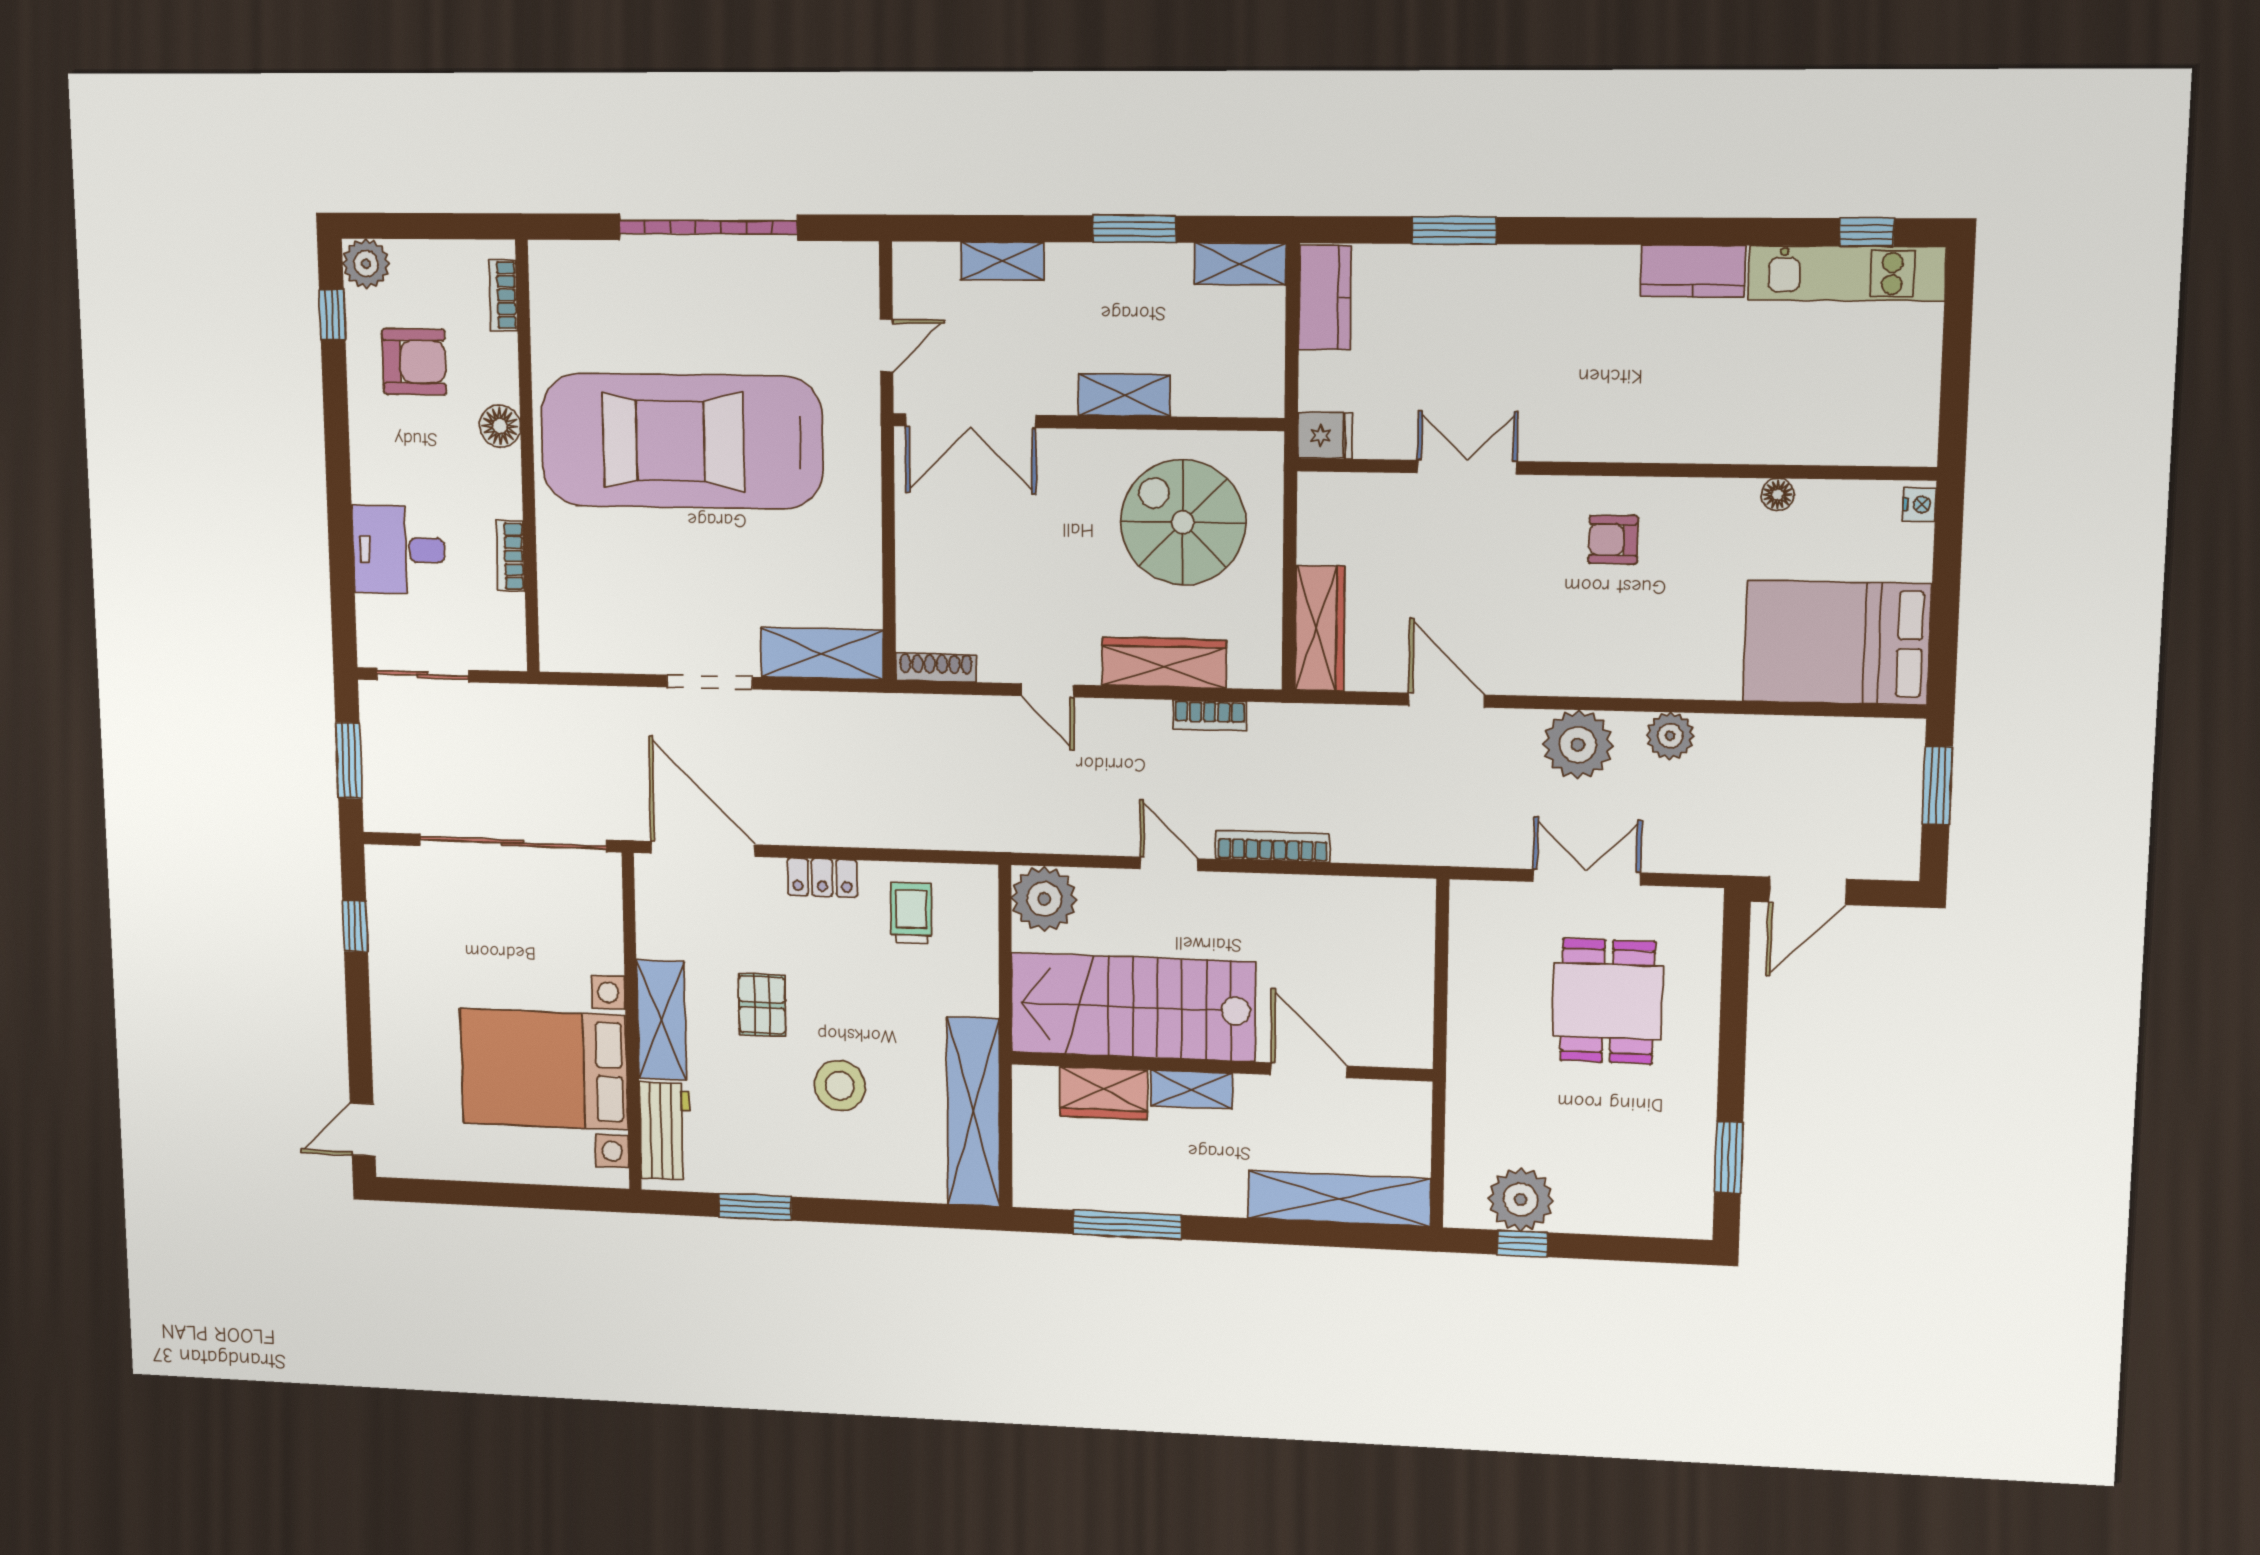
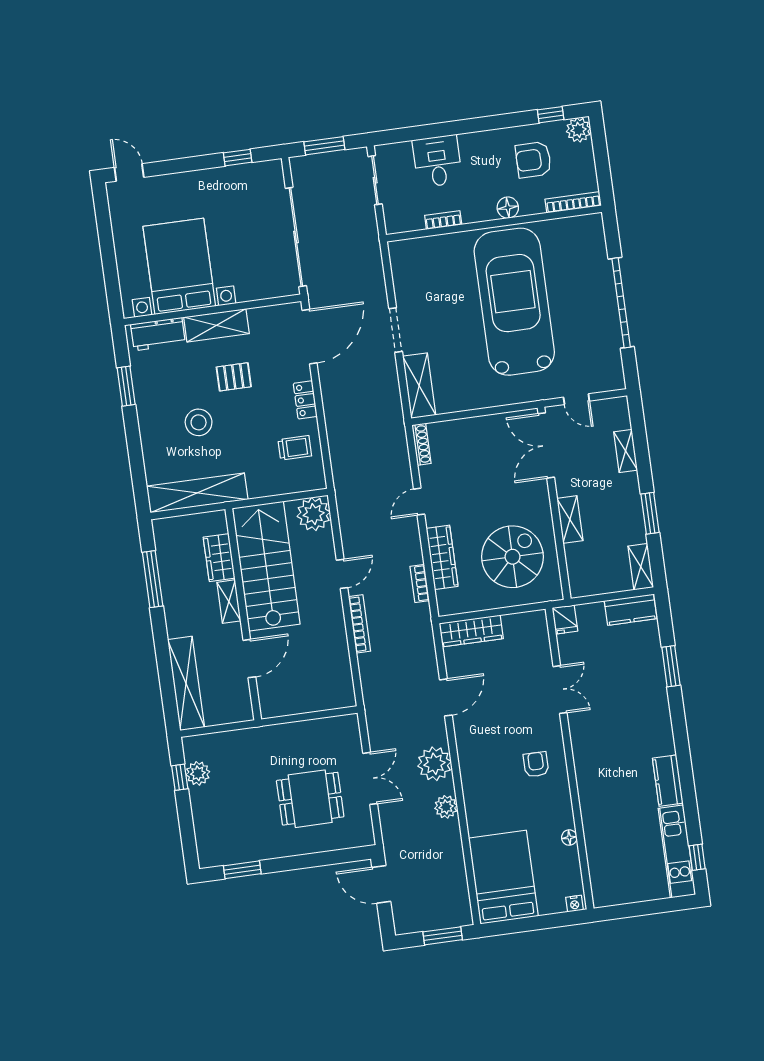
bookcase: (503, 295) -> (573, 202), width x1.56
armchair: (414, 362) -> (533, 160), turned 90
plant: (1521, 1200) -> (198, 773), width x0.73, depth x0.73

